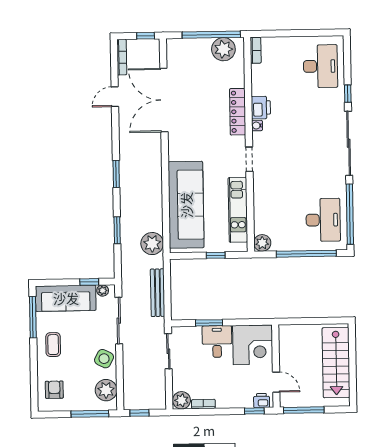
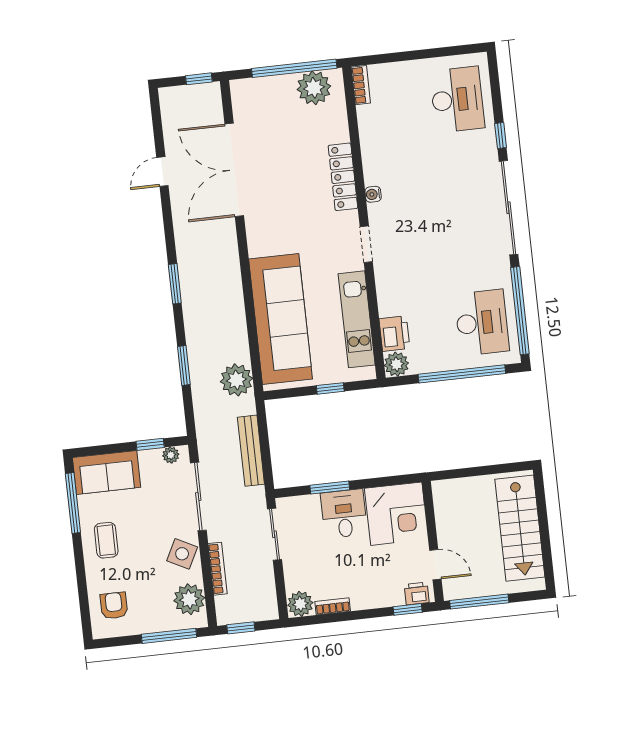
bookcase: (122, 57) -> (218, 569), moved
printer: (261, 108) -> (394, 334), moved
sofa: (66, 298) -> (107, 472), width x0.73

